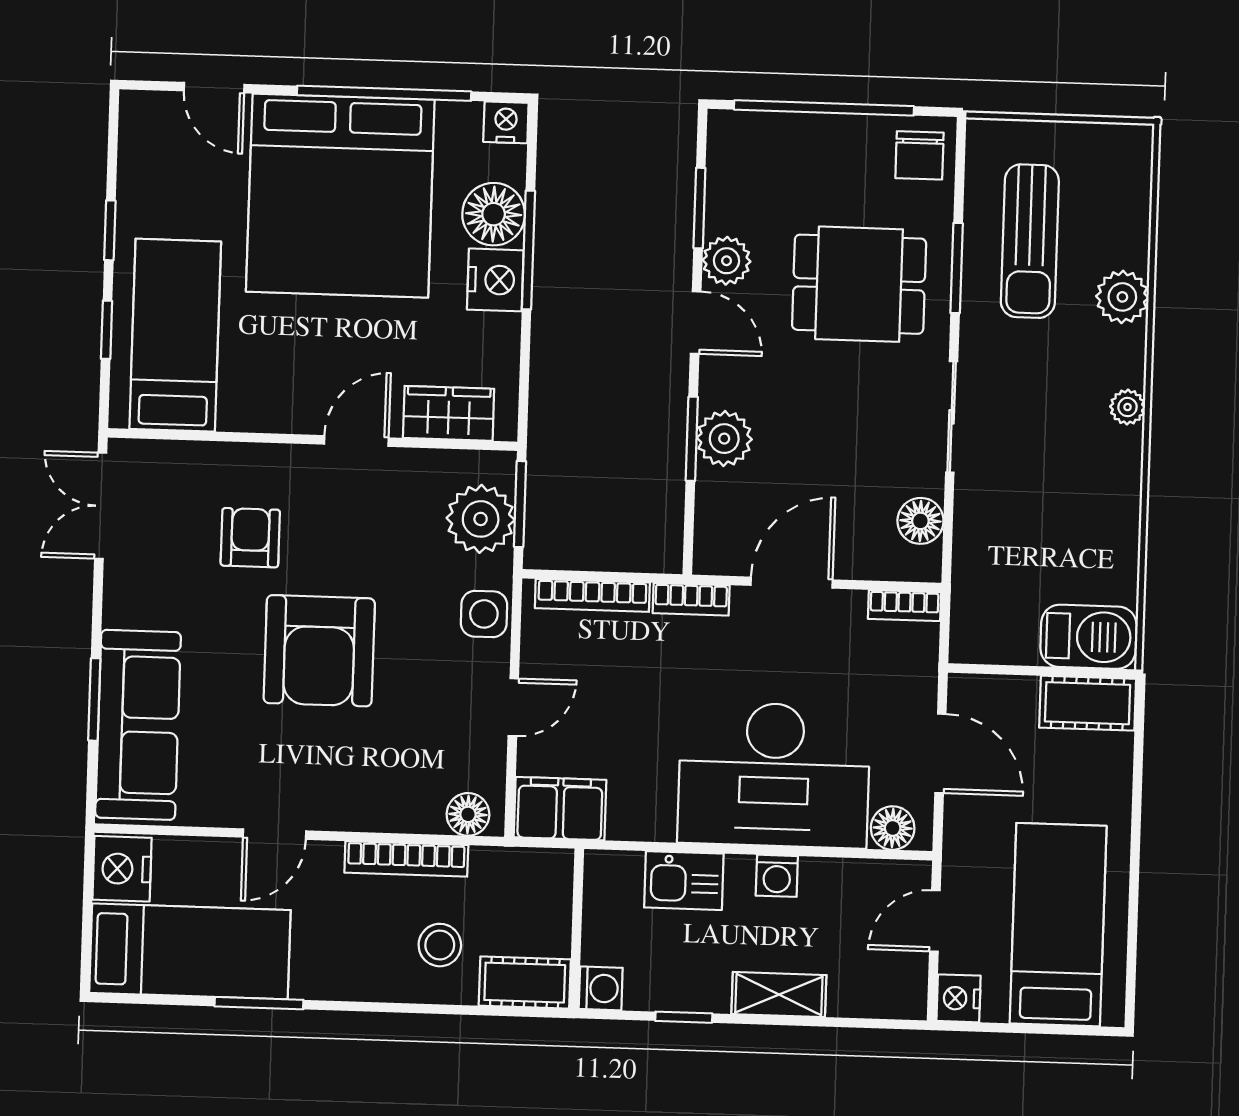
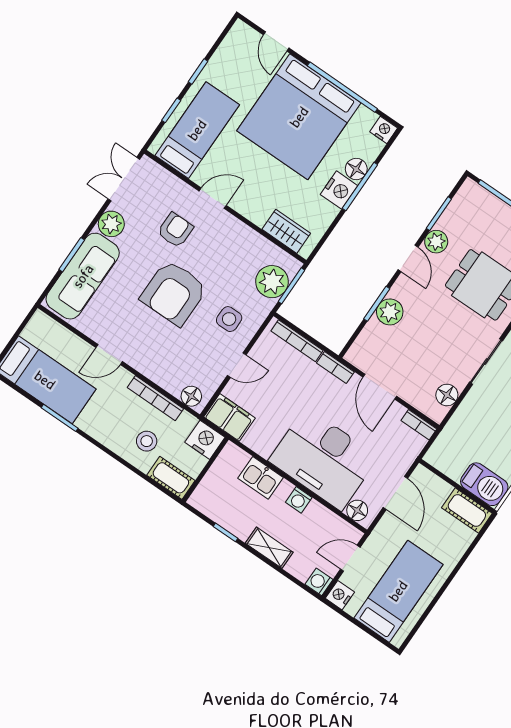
floor lamp: (494, 214) -> (356, 169), width x0.73, depth x0.73
door: (356, 441) -> (213, 198), moved
door: (792, 583) -> (380, 387), swing flipped
plant: (129, 600) -> (111, 224), added
side table: (484, 614) -> (229, 319), moved
nightstand: (122, 869) -> (205, 440), moved, turned 90
washing machine: (601, 988) -> (319, 582), moved, turned 180

